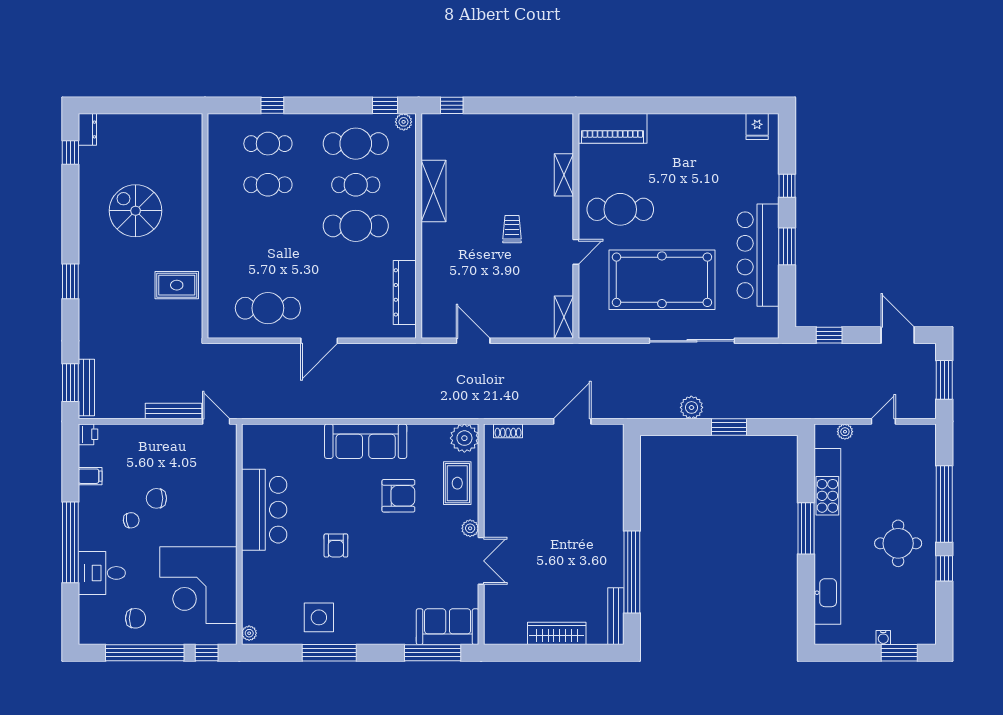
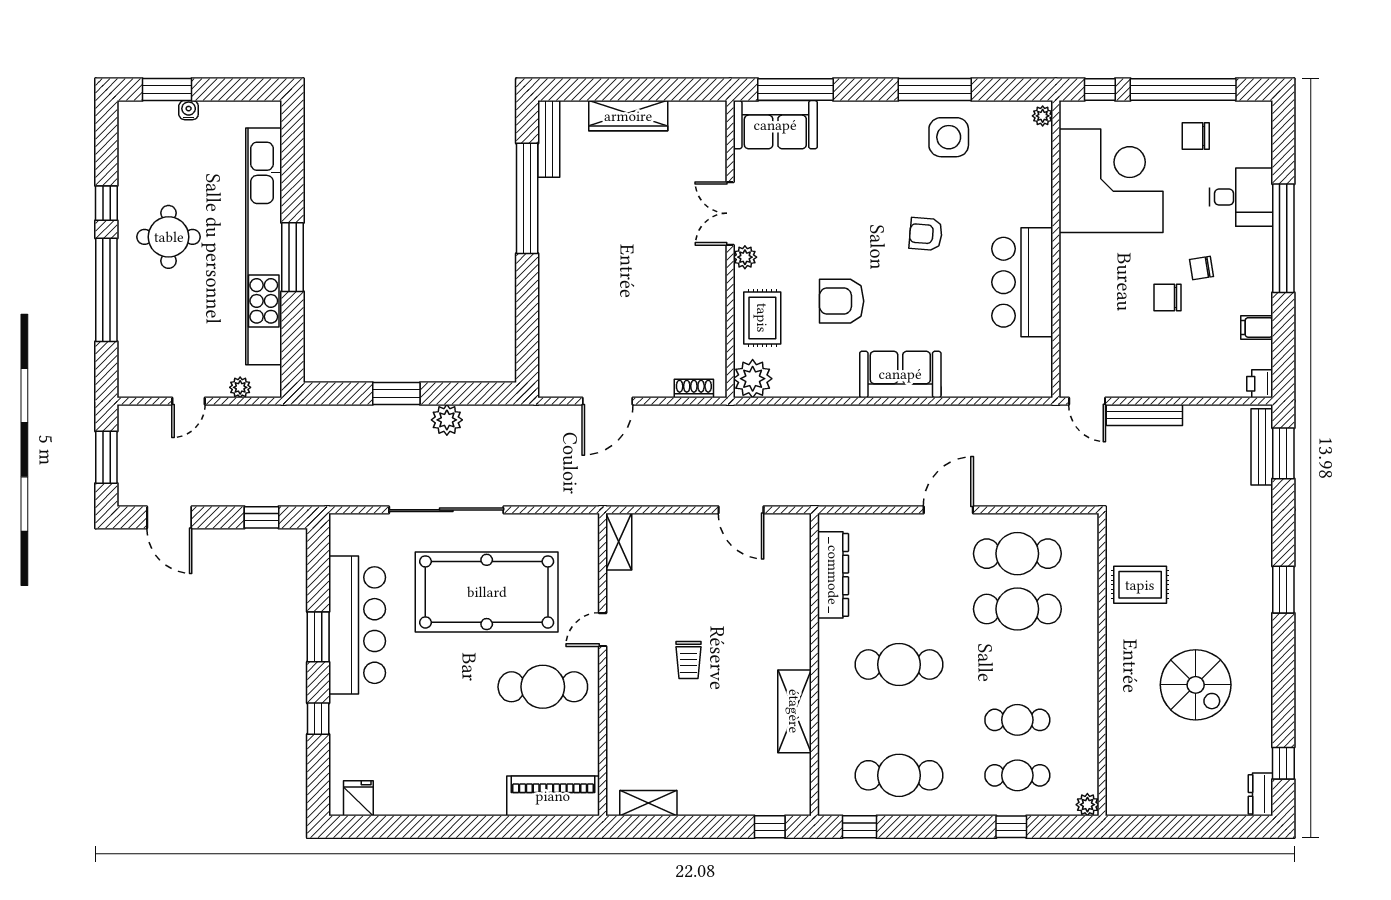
plant: (404, 122) -> (1087, 805), moved
shelving: (564, 175) -> (648, 803), moved, turned 90
cafe table: (356, 185) -> (1017, 609), moved, width x1.37, depth x1.35
sofa: (366, 441) -> (900, 374), width x0.73
chair: (156, 498) -> (1168, 297), turned 180
armchair: (336, 545) -> (926, 234), turned -85

